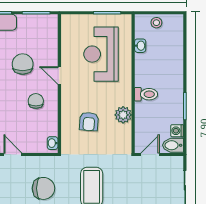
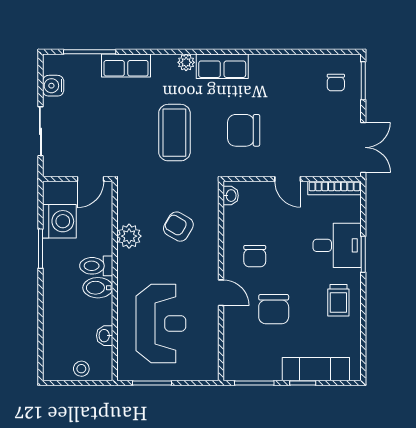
armchair: (89, 122) -> (178, 227), turned -64
washing machine: (177, 131) -> (59, 221), width x1.89, depth x1.89
bidet: (173, 145) -> (98, 288), moved, turned 180

